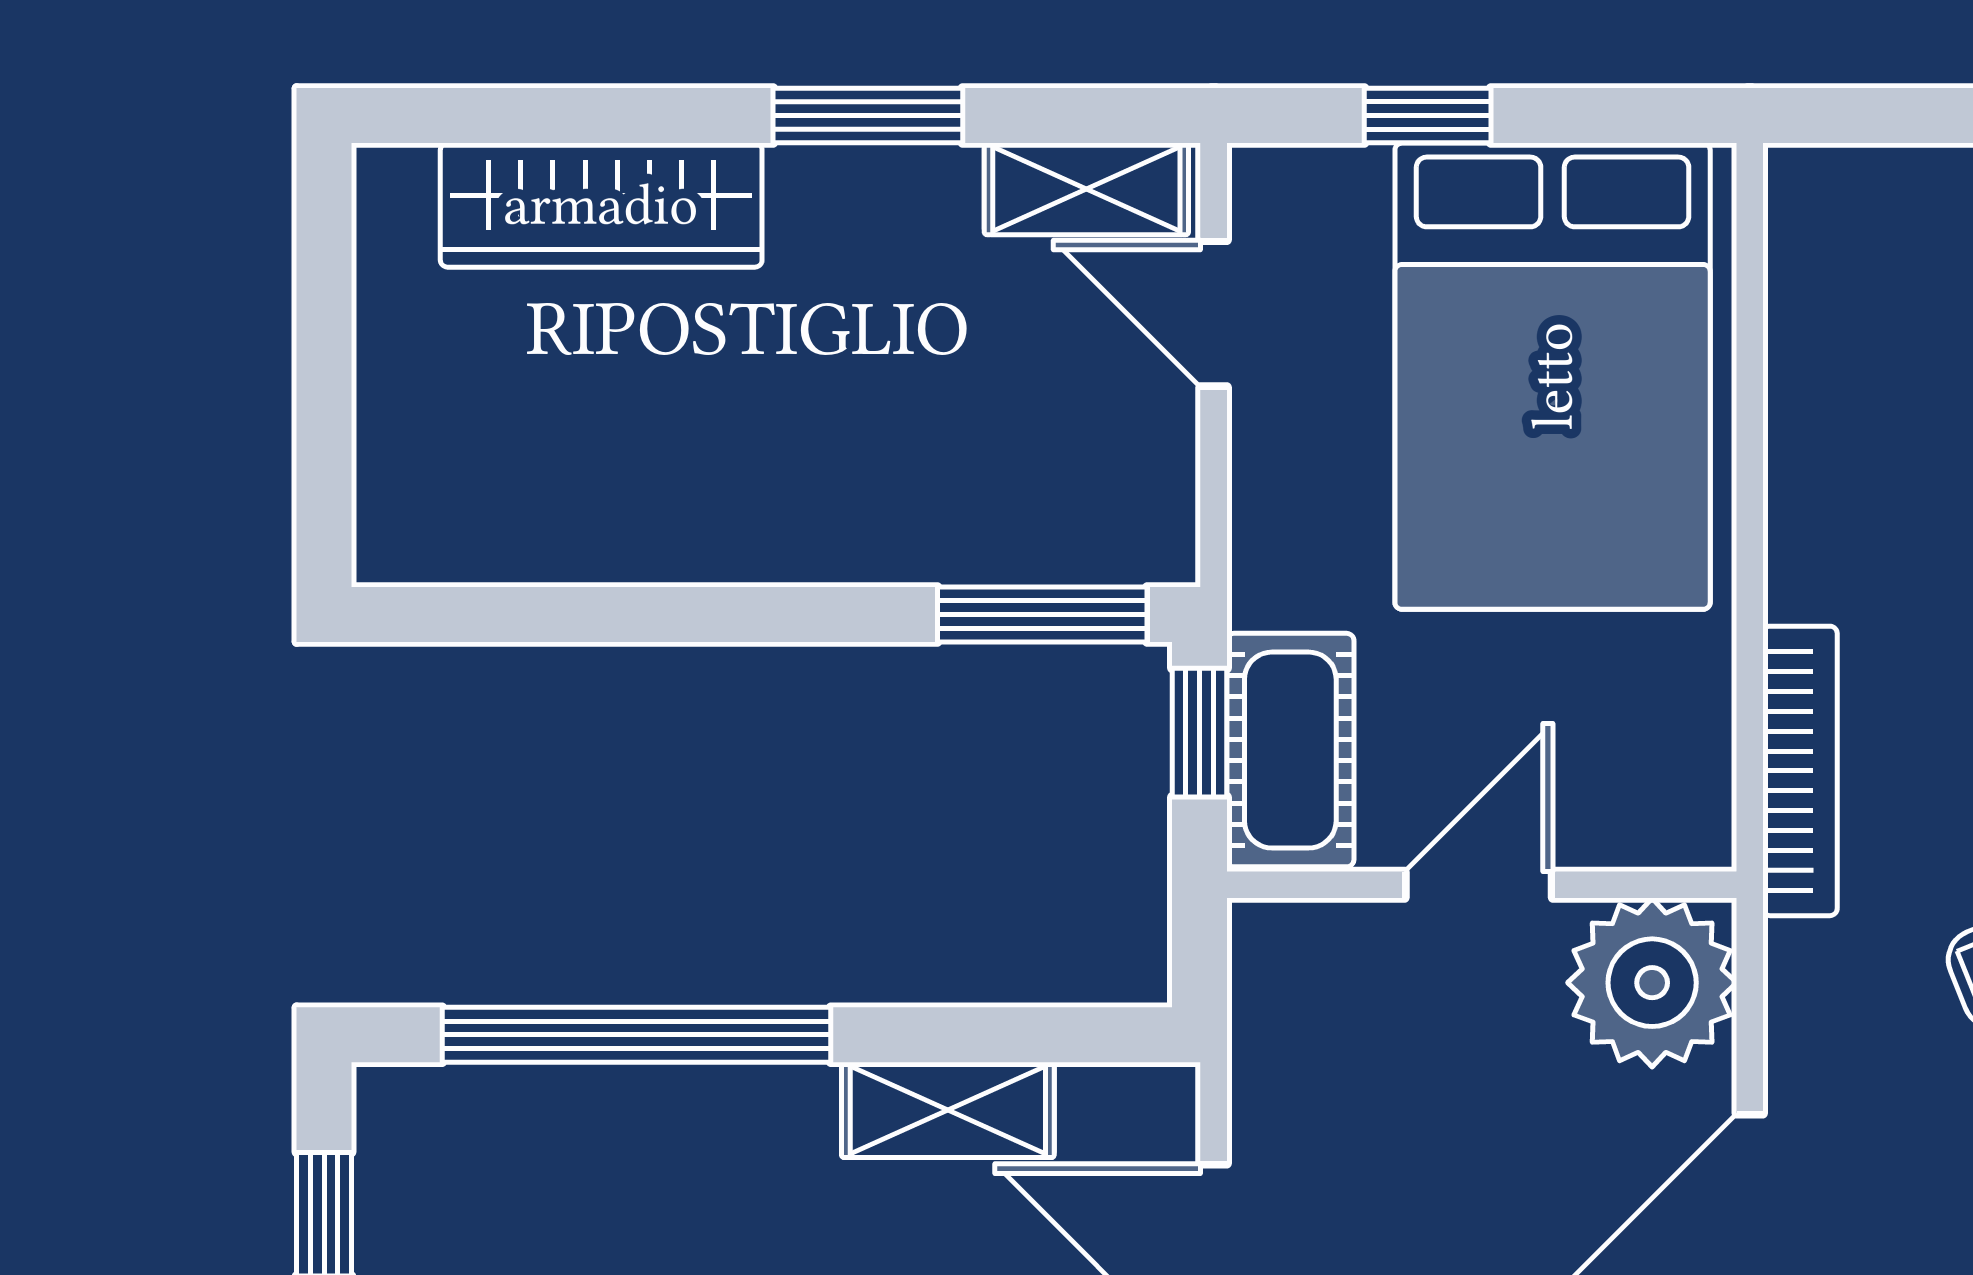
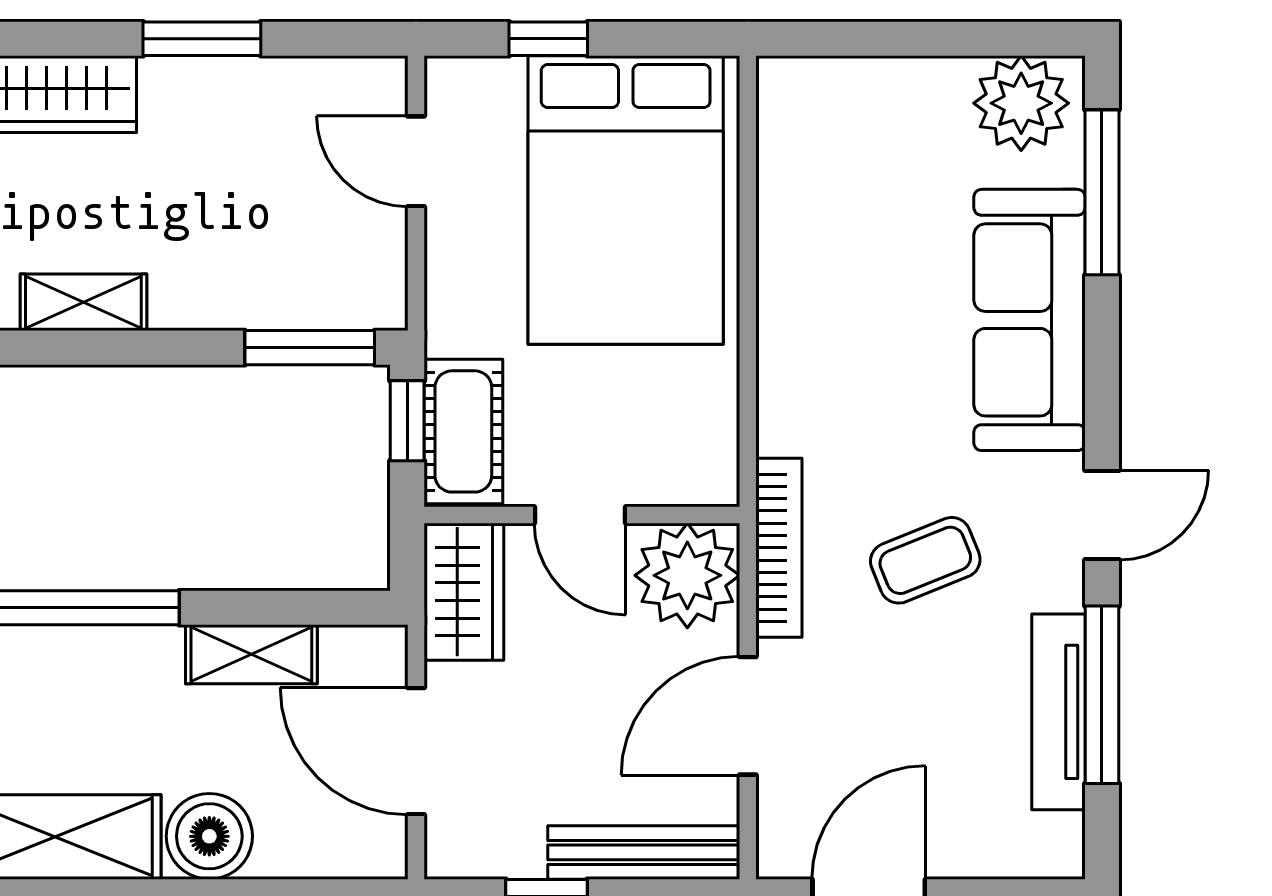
shelving: (1086, 189) -> (83, 302), moved
bookcase: (1800, 771) -> (779, 548), moved
door: (1479, 885) -> (580, 515), swing flipped
wardrobe: (1291, 1009) -> (464, 592), added

